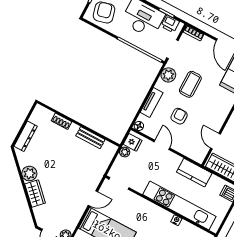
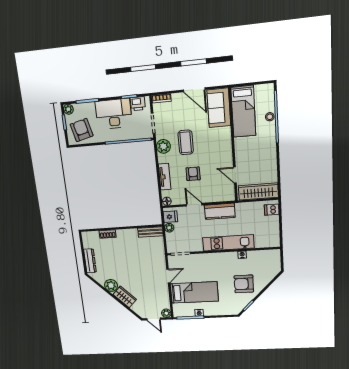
bench: (90, 138) -> (150, 232), moved
kitchen counter: (194, 173) -> (220, 211), moved
kitchen unit: (179, 205) -> (228, 243), width x0.73

